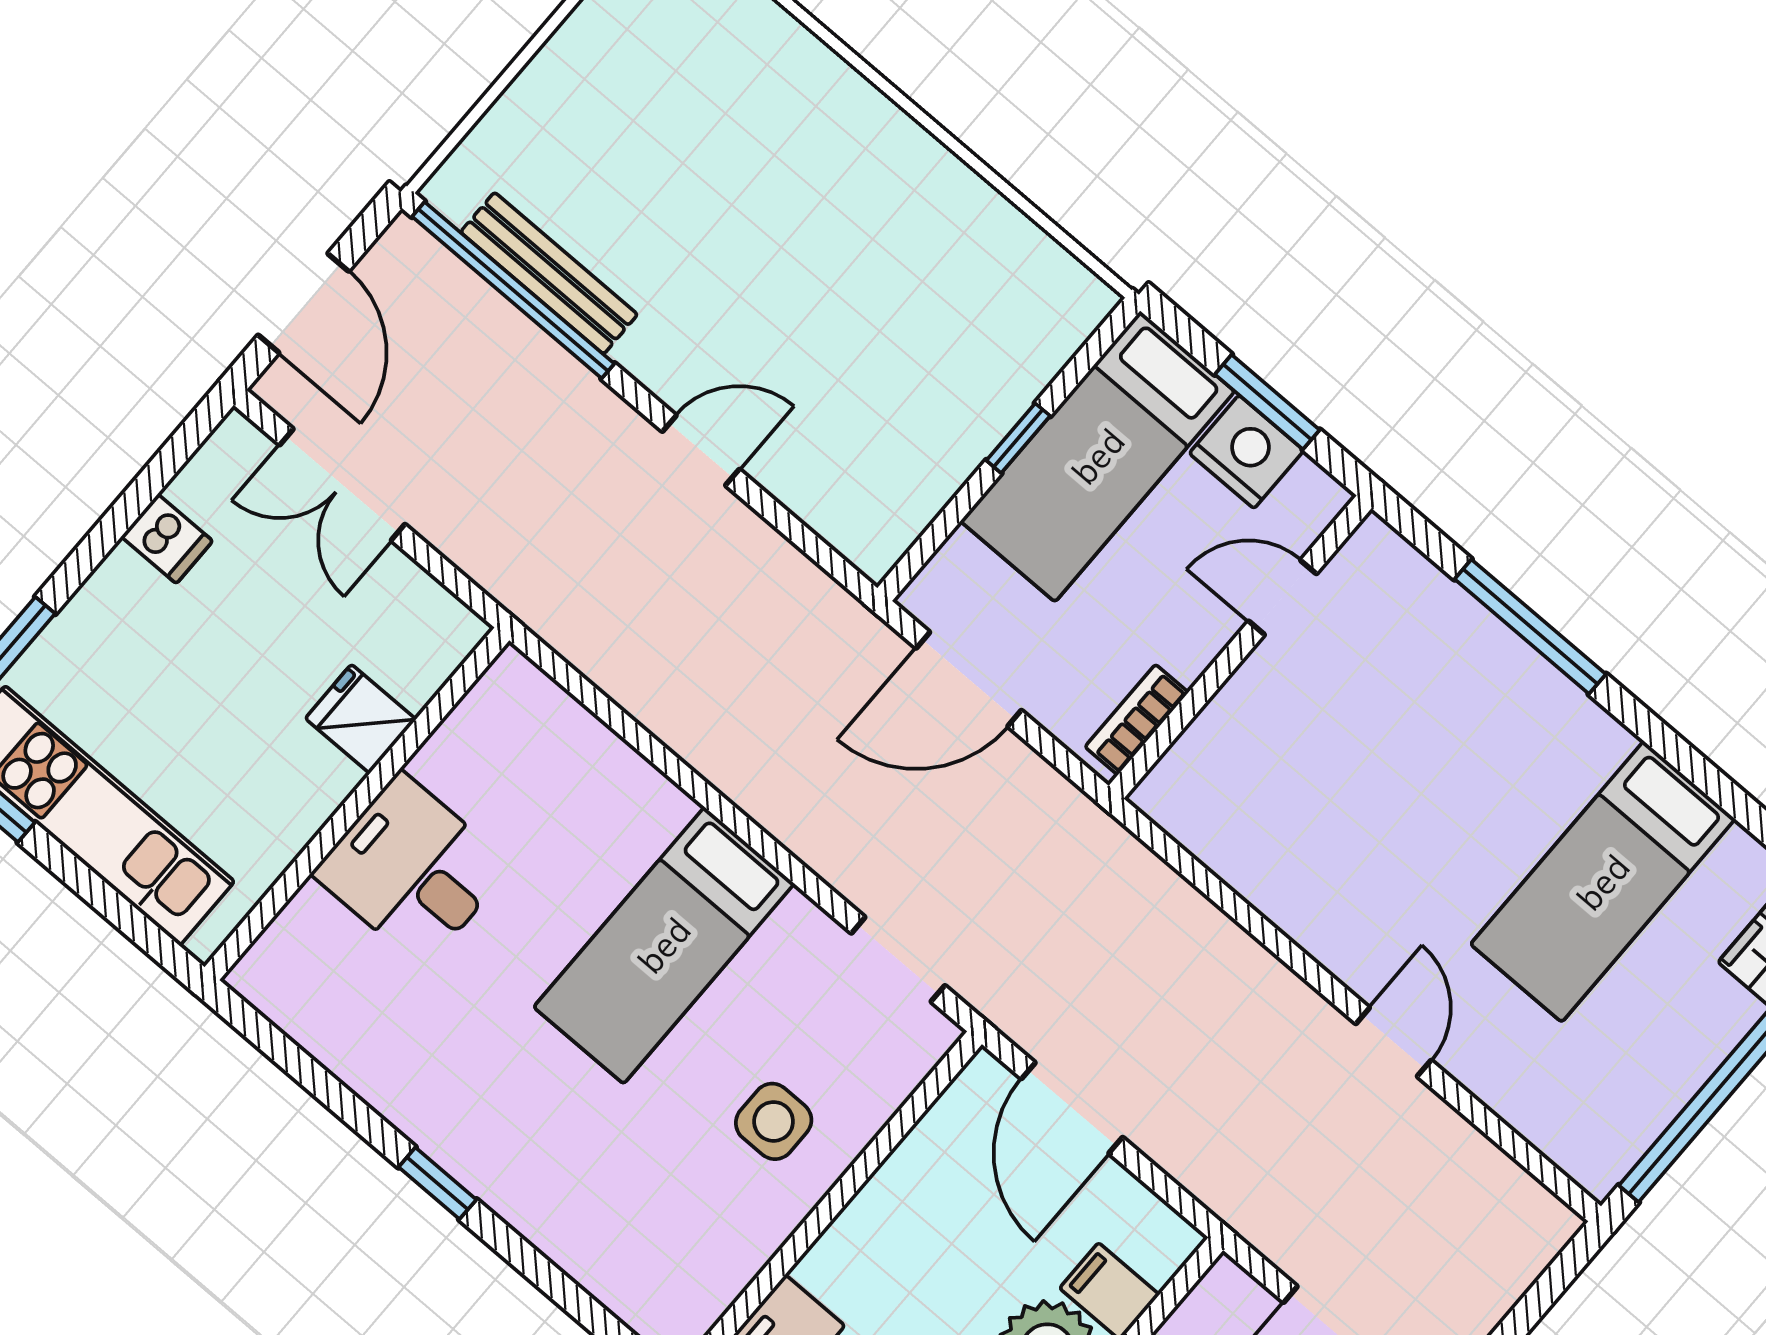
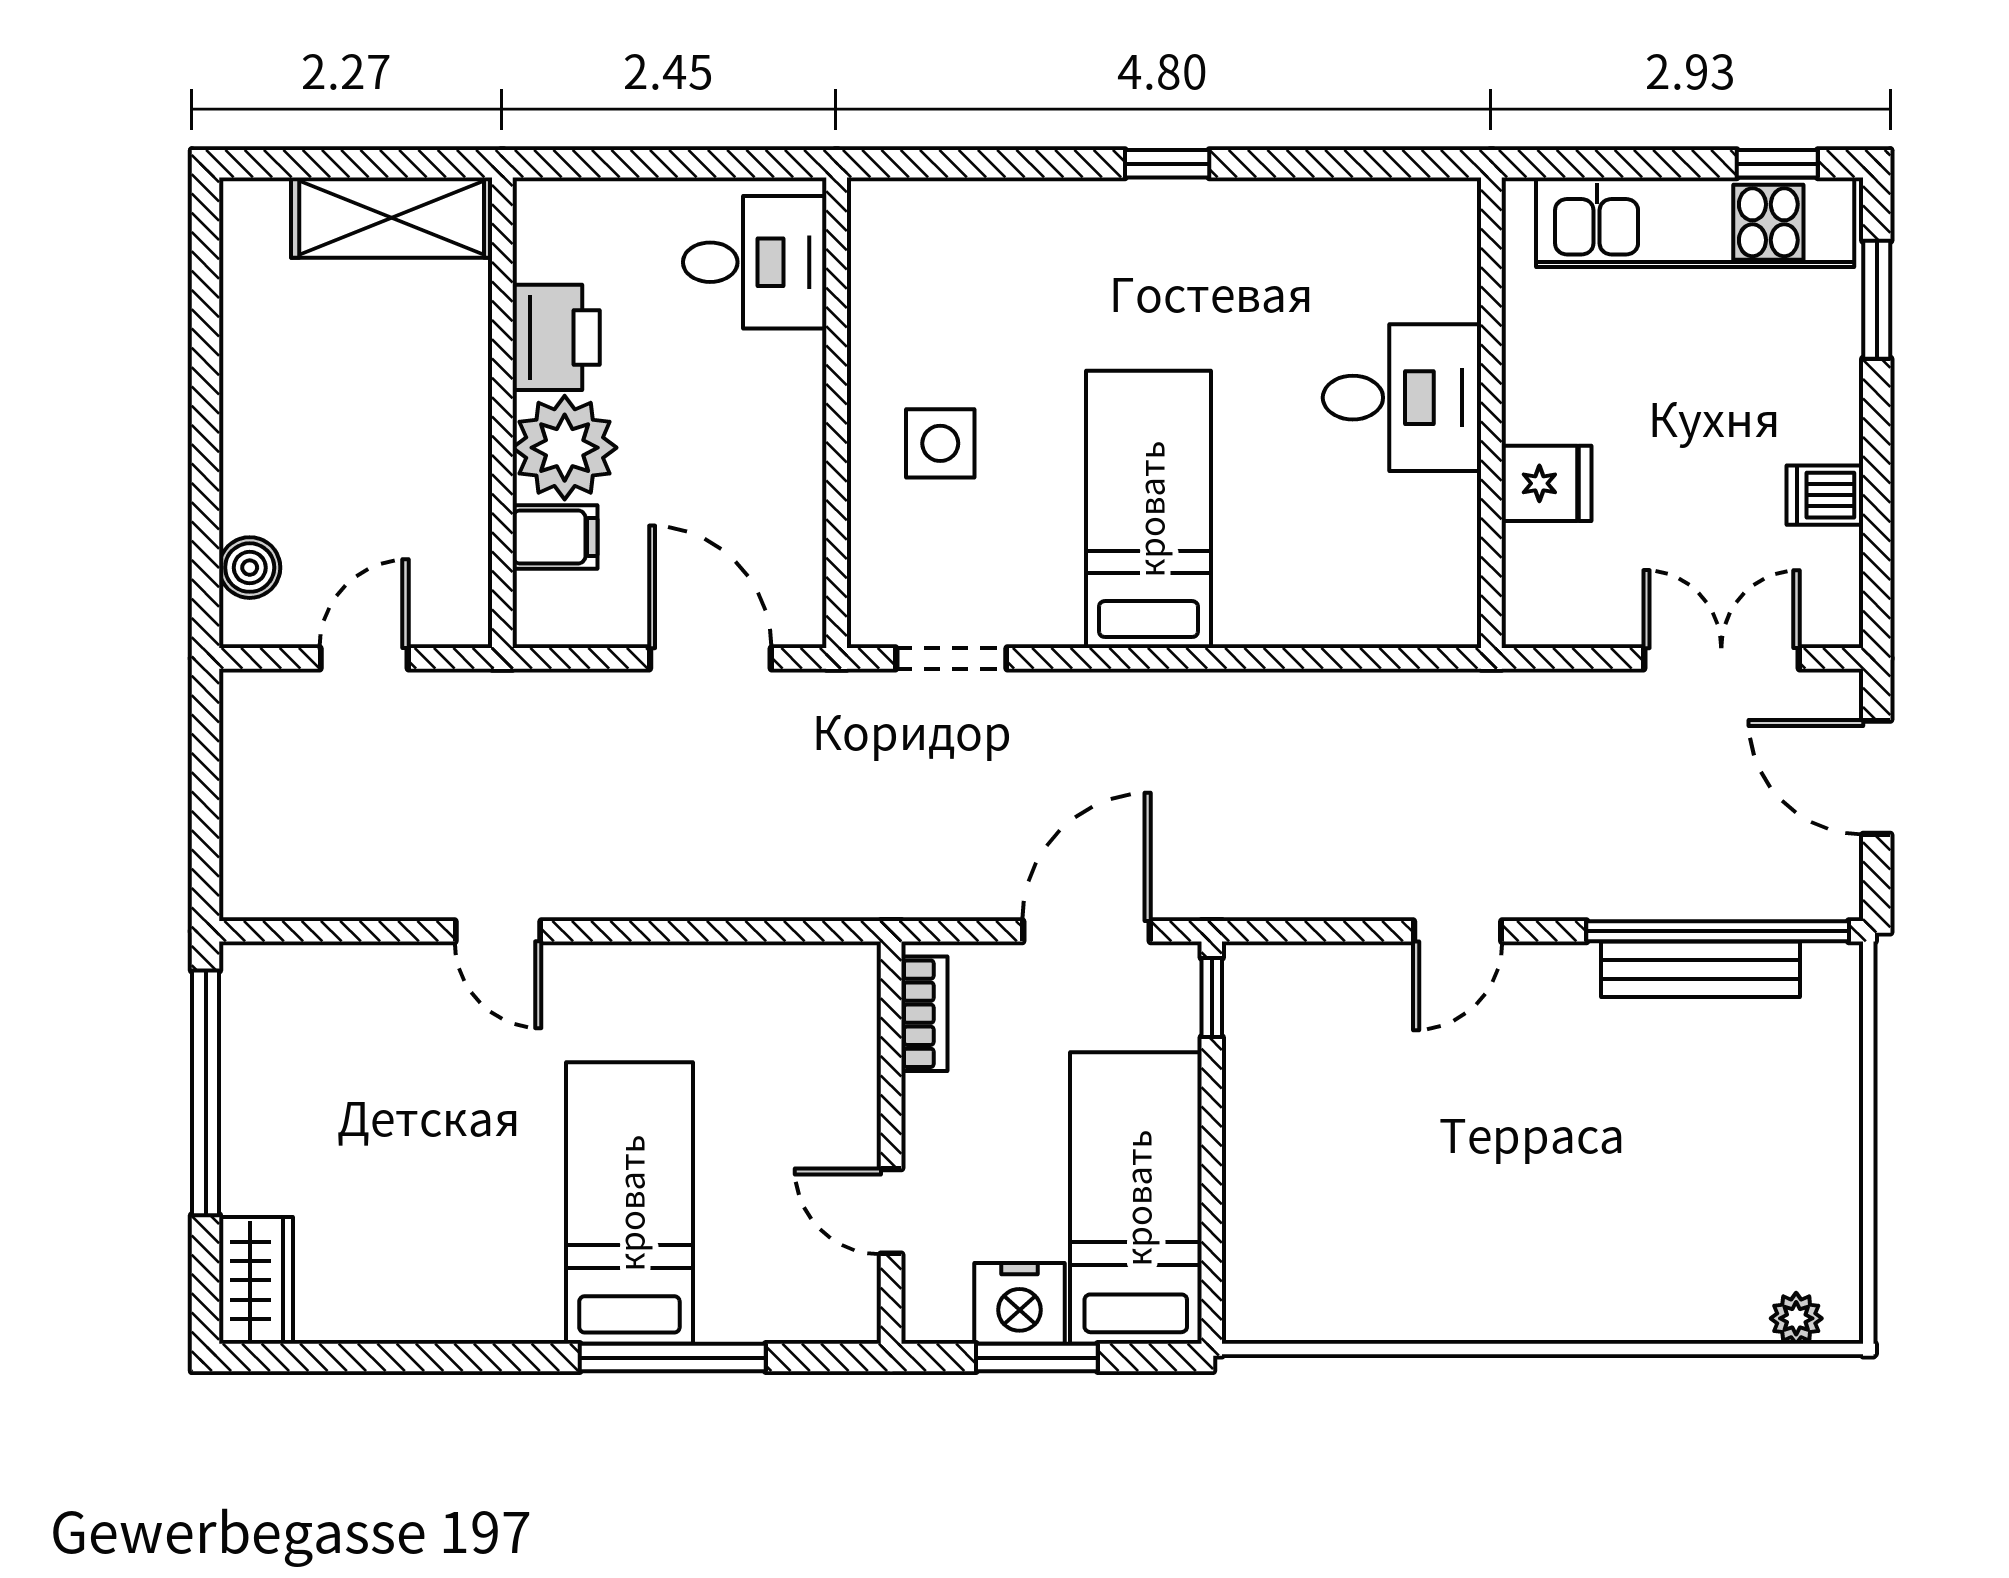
window: (1018, 438) -> (1212, 997), moved
door: (1282, 597) -> (891, 1211), swing flipped
bed: (1603, 882) -> (629, 1203), moved

